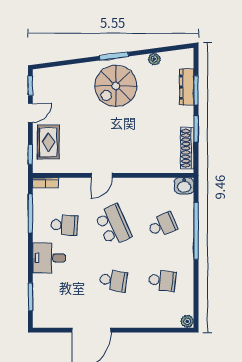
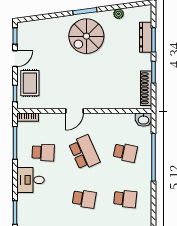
school desk: (162, 225) -> (125, 152), turned 36

